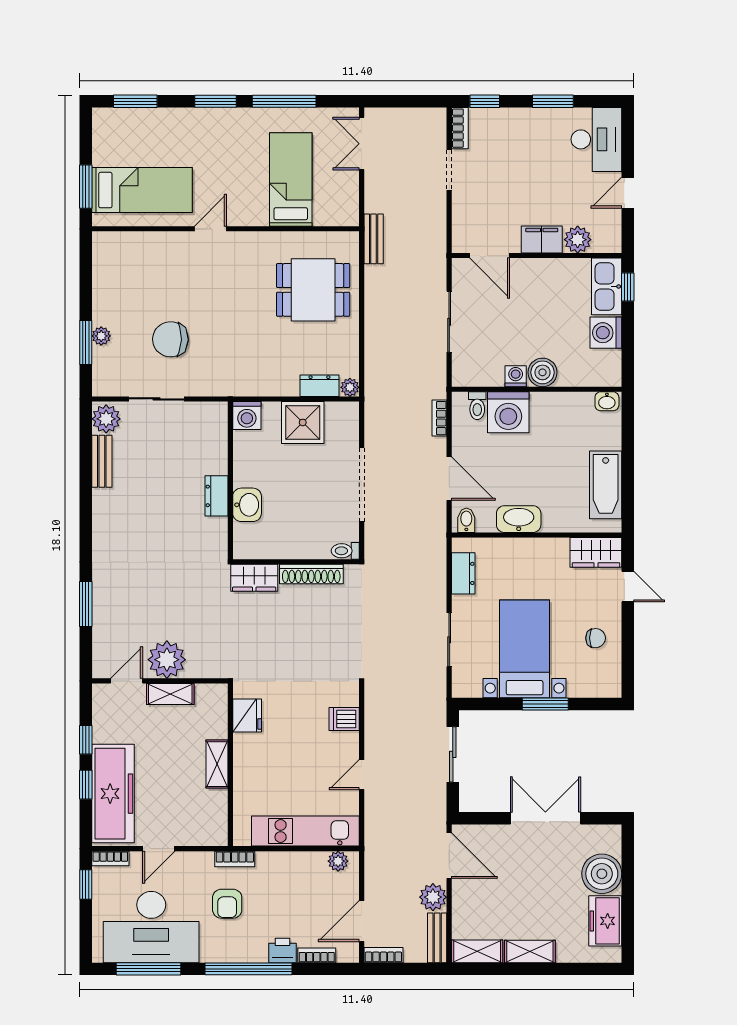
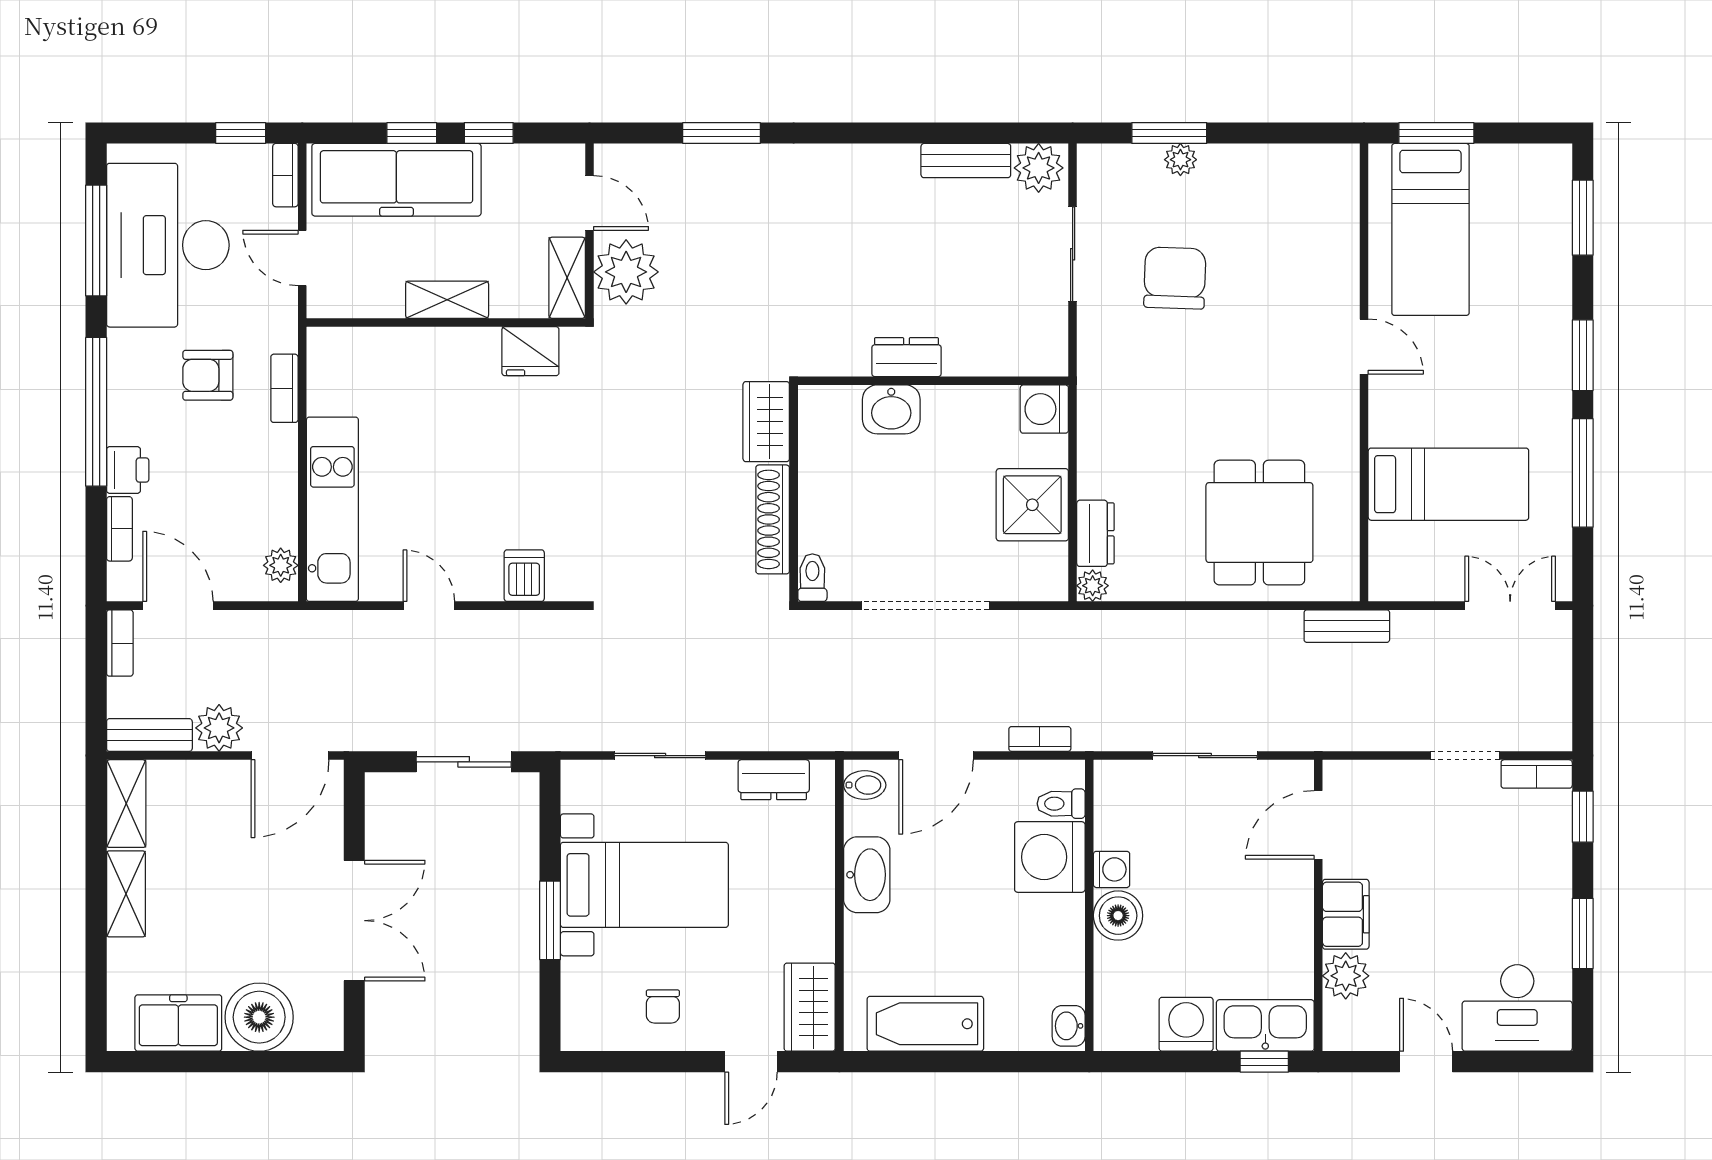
fridge: (247, 715) -> (530, 351), moved
shelving: (217, 764) -> (447, 300), moved
wall: (230, 765) -> (446, 322), moved

